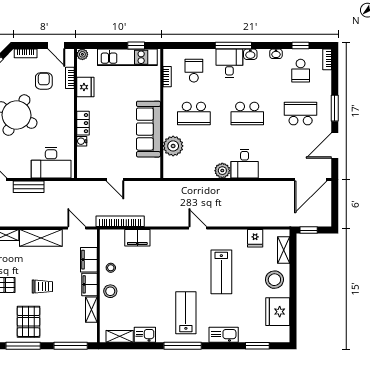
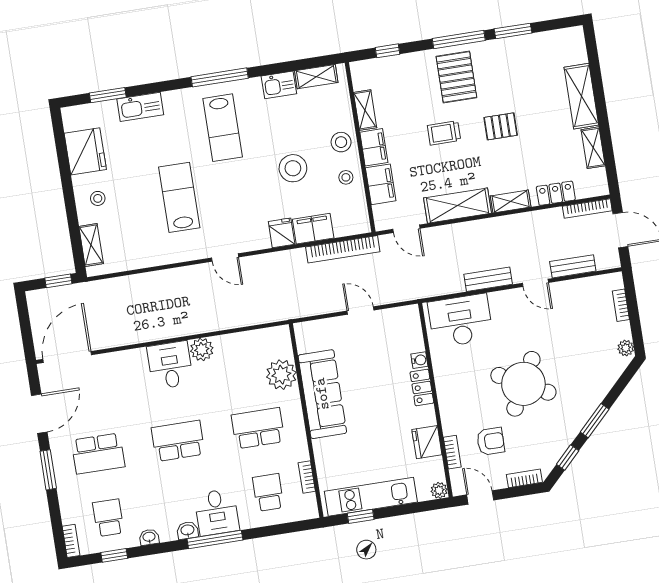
school desk: (194, 71) -> (268, 492), turned 180
armchair: (44, 81) -> (491, 441), turned -90
fridge: (255, 238) -> (282, 233), moved
stool: (144, 279) -> (293, 168), added
stool: (274, 280) -> (98, 198), width x0.53, depth x0.53
kitchen sink: (224, 335) -> (140, 107), moved
window: (71, 346) -> (387, 51), width x0.46

